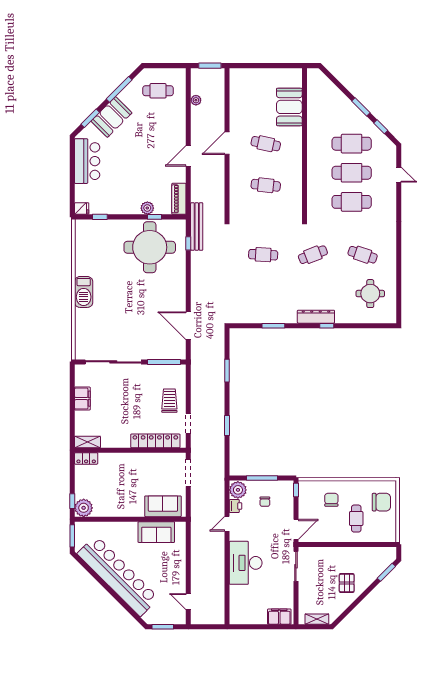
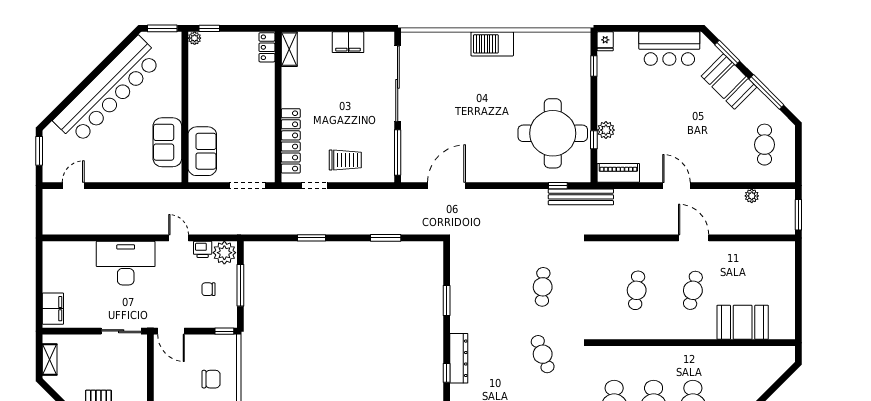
plant: (84, 508) -> (195, 38), width x0.53, depth x0.53

